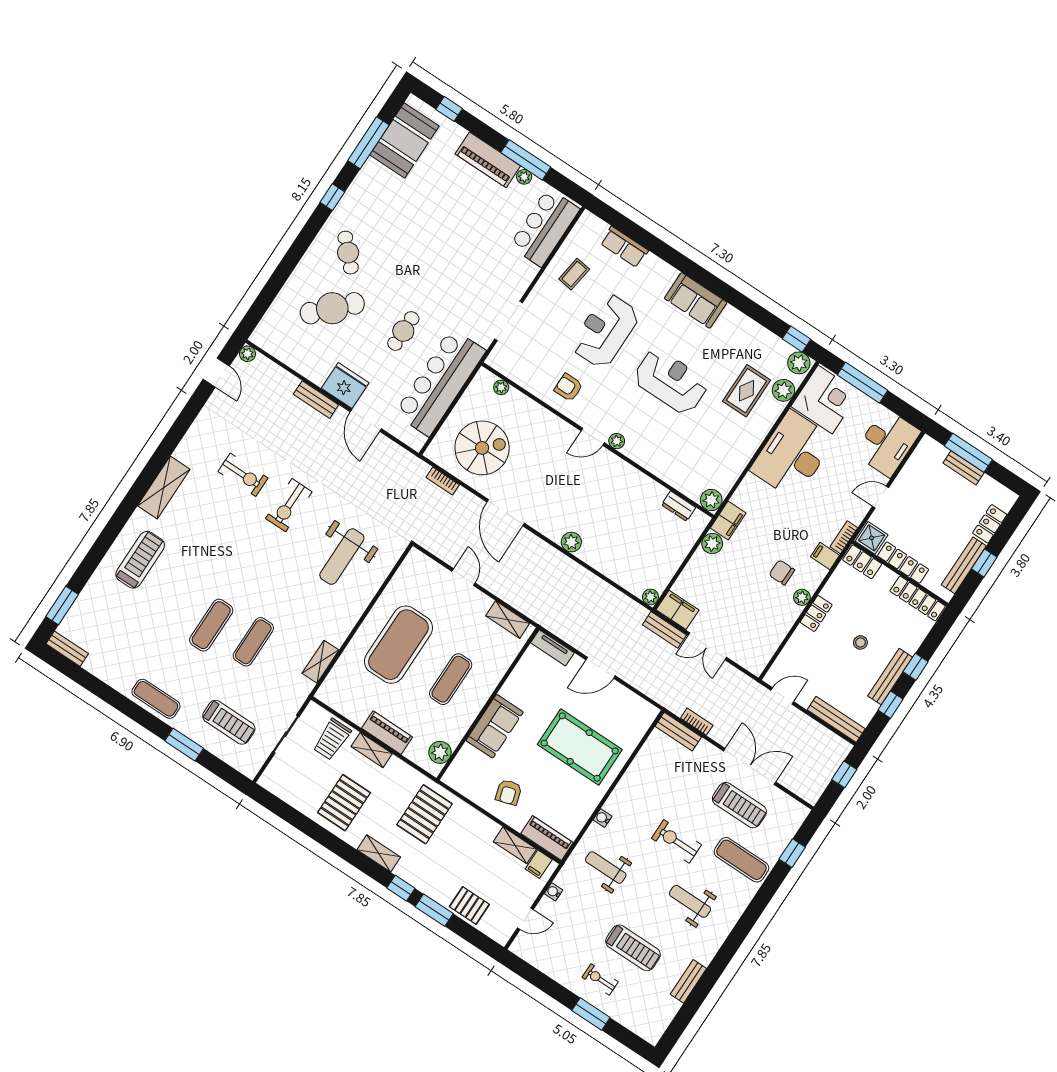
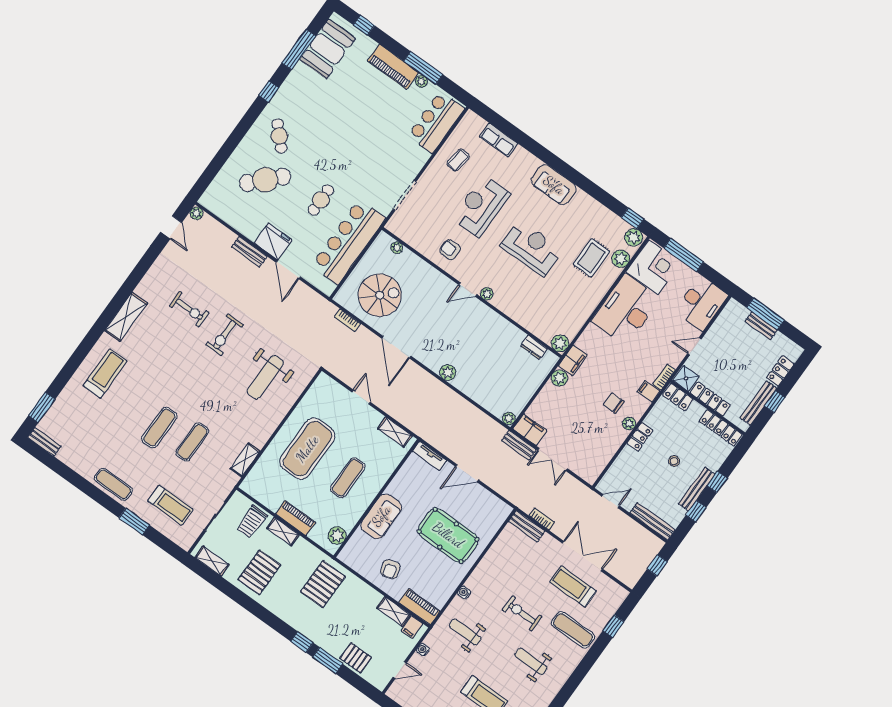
treadmill: (739, 805) -> (573, 586), turned 180
shelving: (379, 853) -> (212, 561), moved

